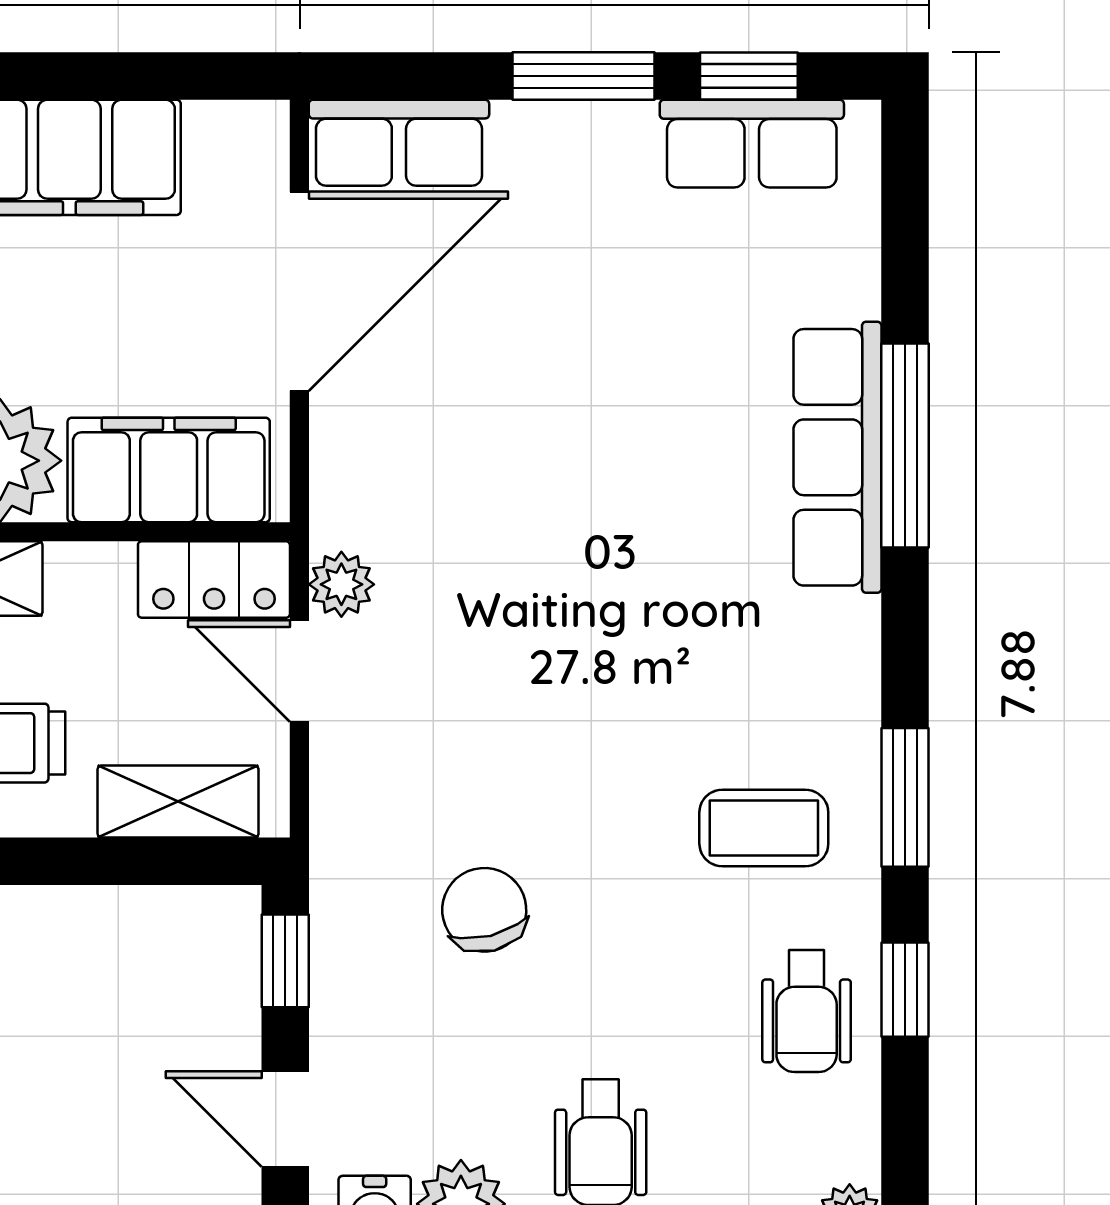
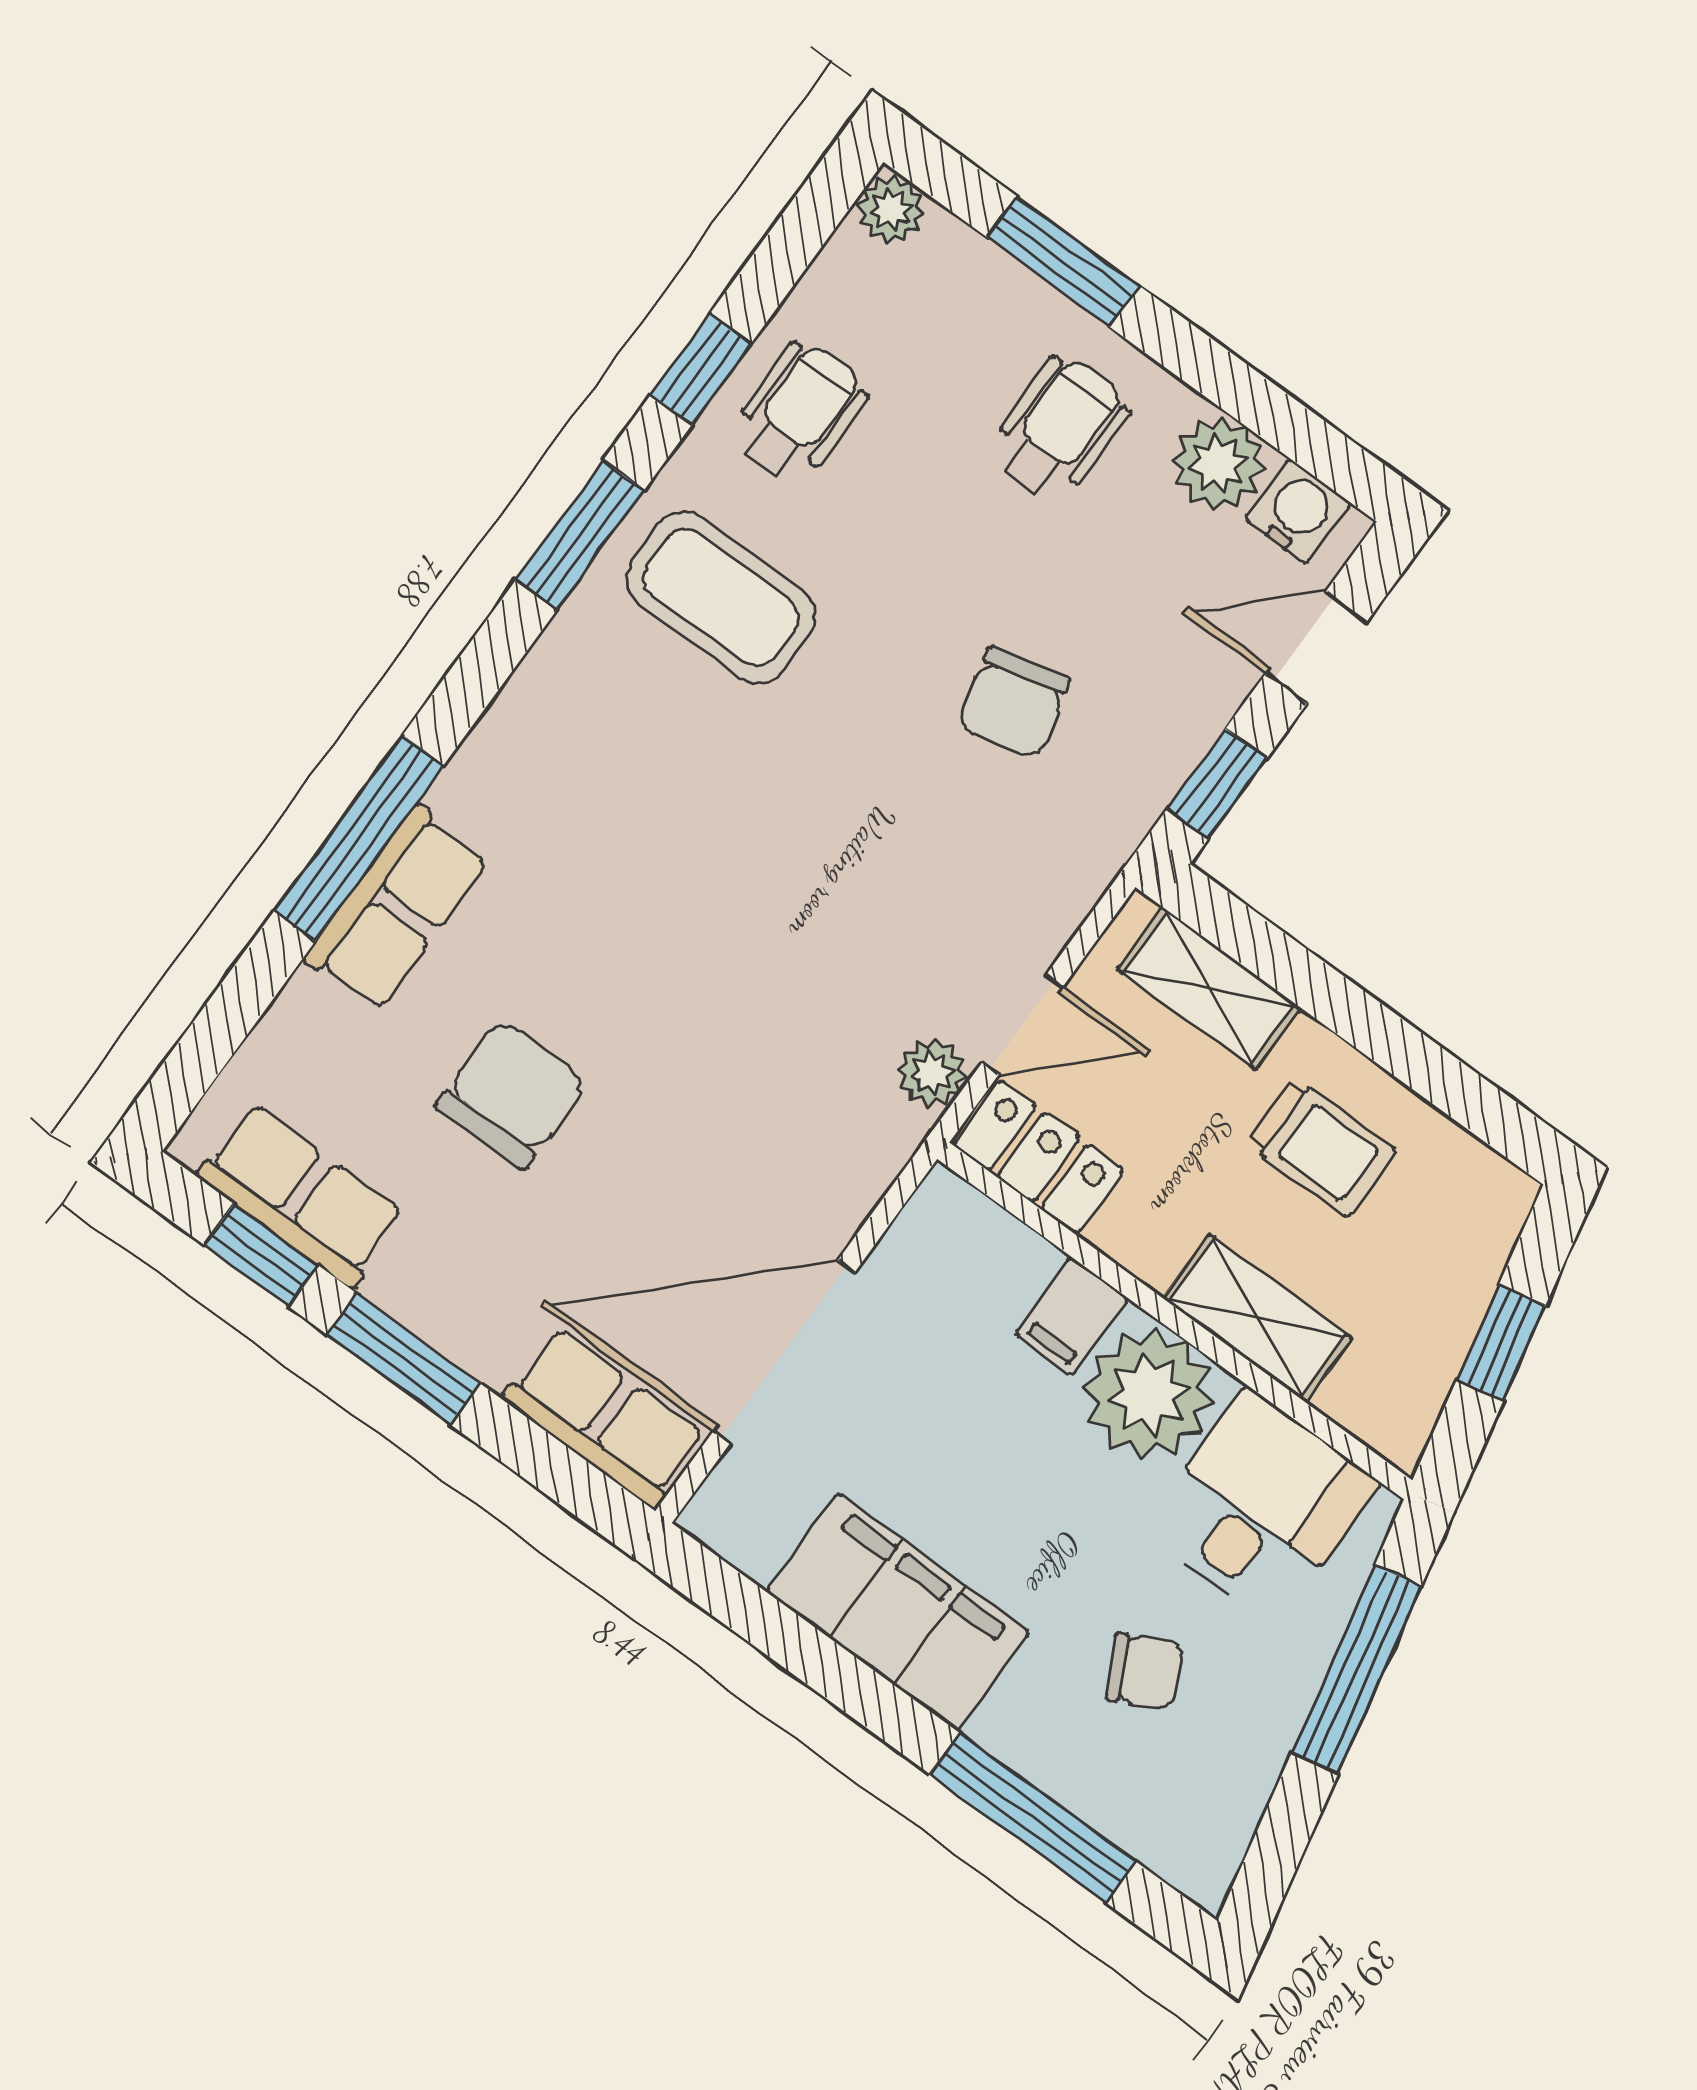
chair: (648, 336) -> (512, 1094), added
row of seats: (837, 457) -> (397, 908), width x0.68
filing cabinet: (169, 470) -> (1072, 1316), width x0.33, depth x0.86
door: (299, 671) -> (1023, 1025), hinge flipped
coffee table: (764, 828) -> (721, 597), width x1.36, depth x1.30
door: (285, 1119) -> (1316, 647), swing flipped

